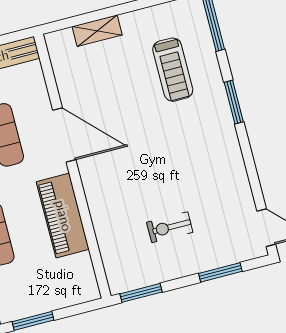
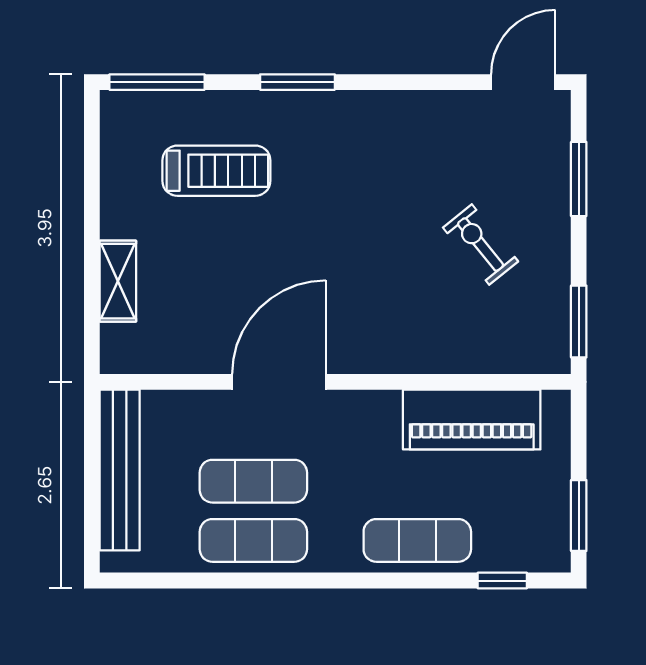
piano: (63, 216) -> (472, 420), moved
exercise bike: (170, 227) -> (481, 245), turned 141

